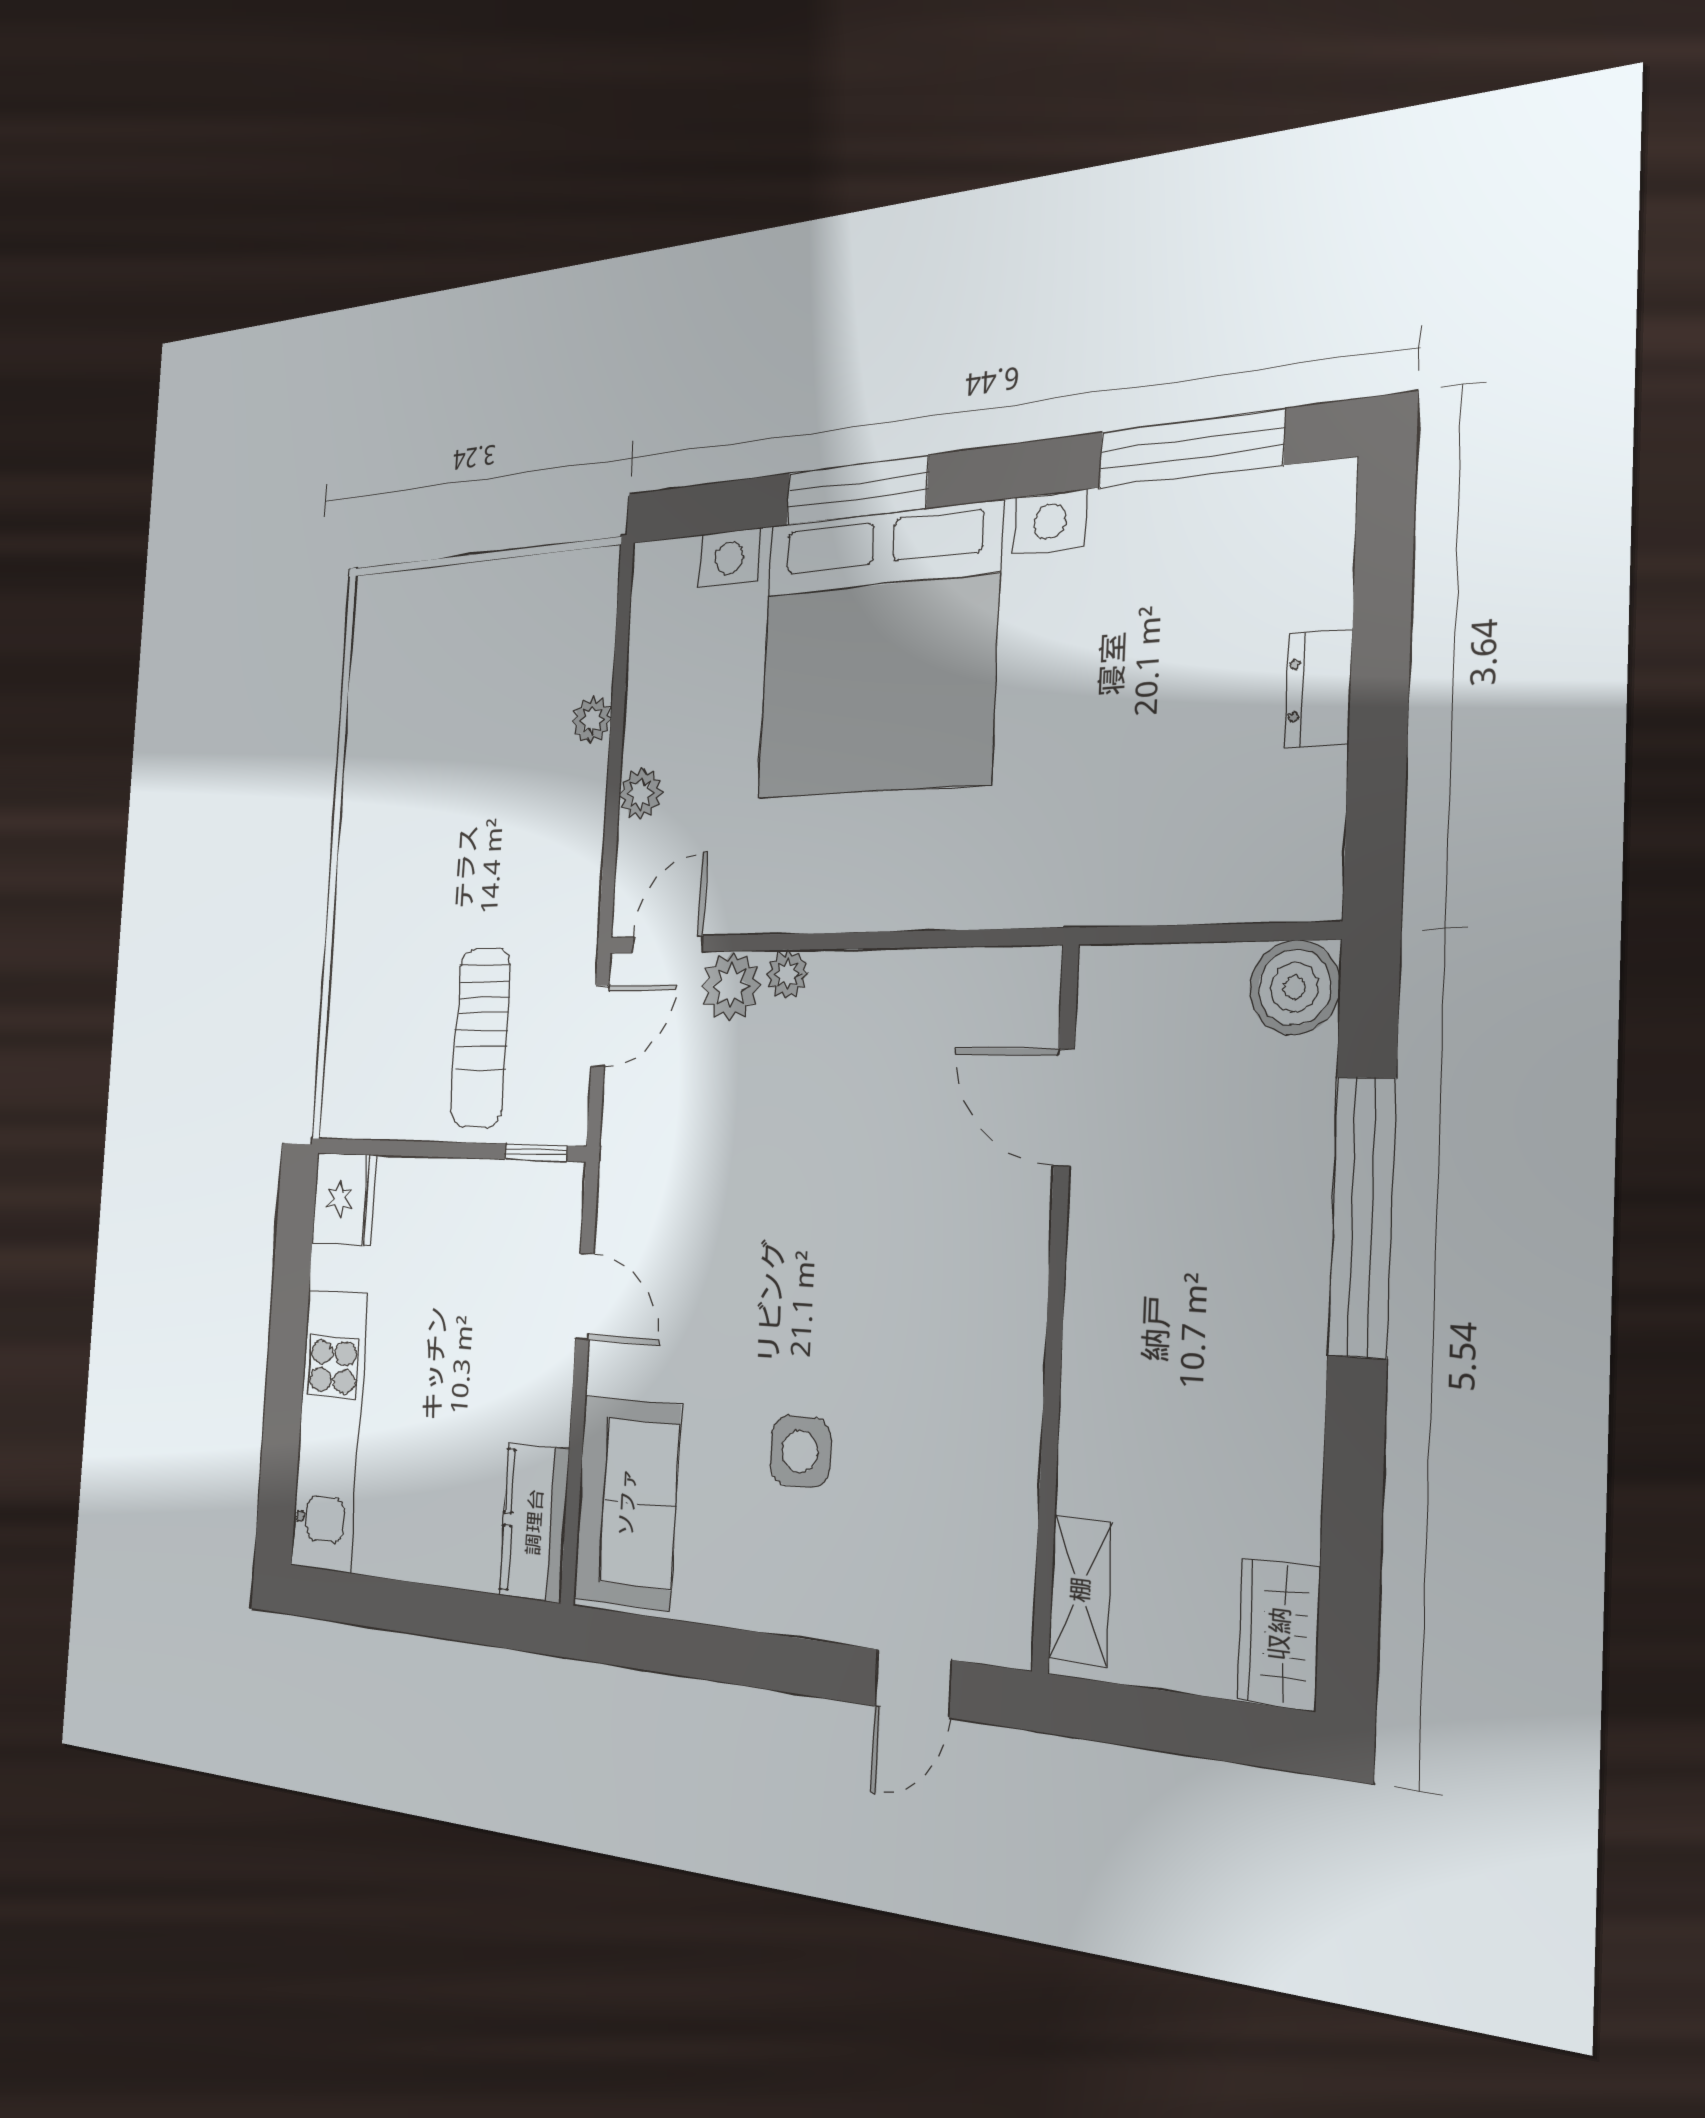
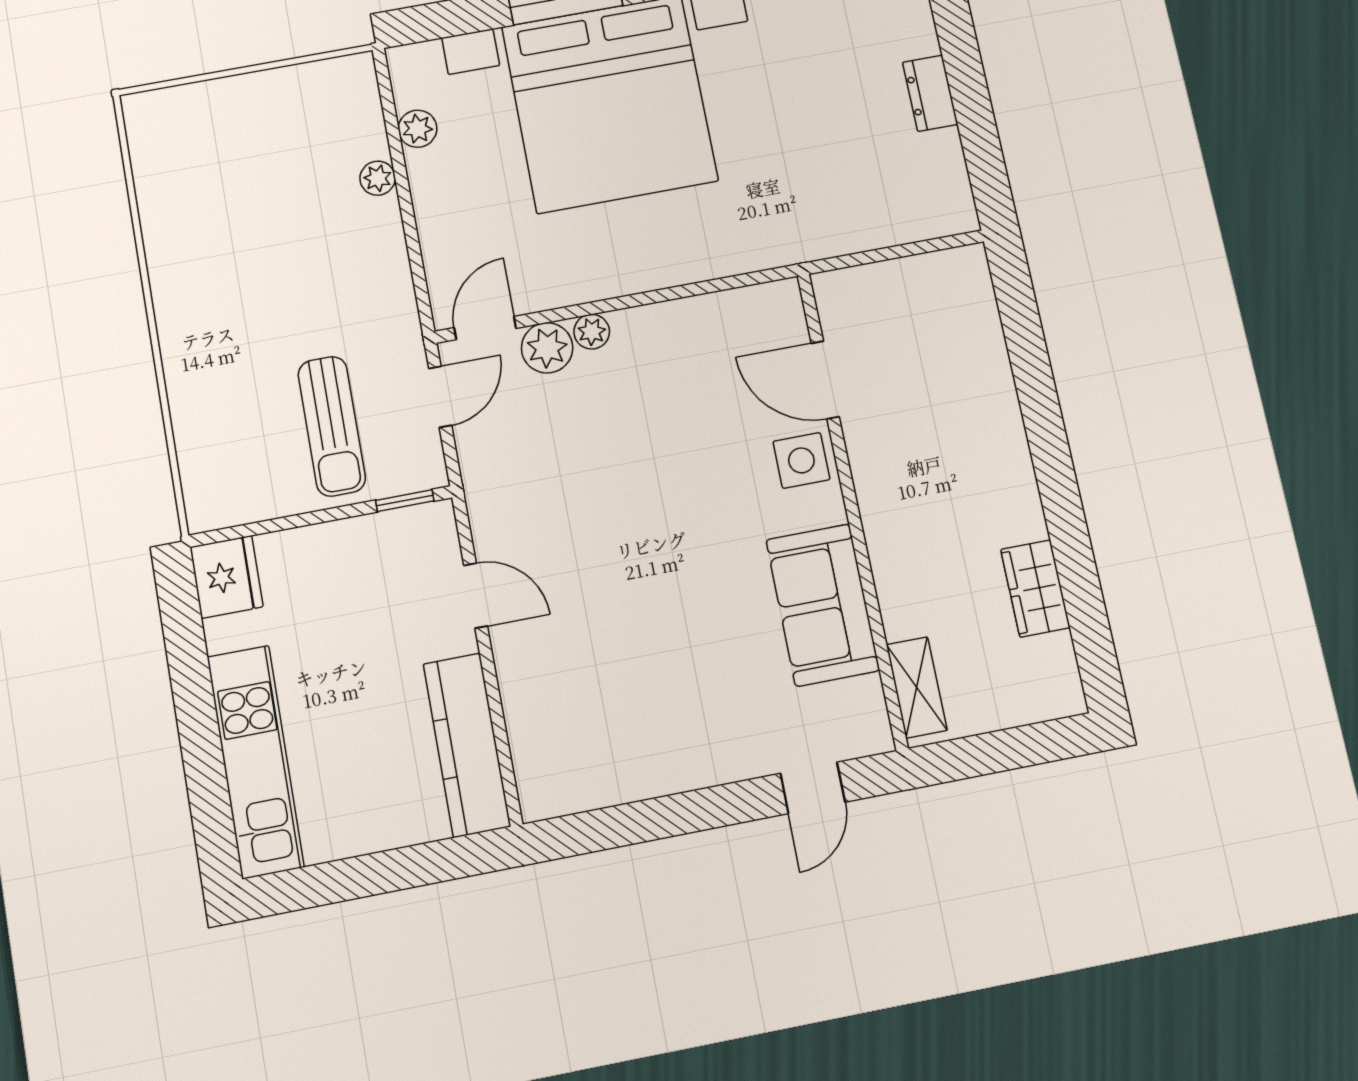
plant: (641, 794) -> (418, 129), moved
boiler: (1295, 987) -> (961, 275), removed
window: (1362, 1217) -> (1040, 405), removed
side table: (800, 1451) -> (801, 460), moved
sofa: (627, 1502) -> (823, 605), moved, turned 180
kitchen counter: (534, 1522) -> (467, 745), width x1.50
wardrobe: (1279, 1634) -> (1035, 588), moved

